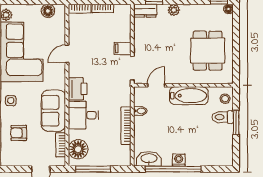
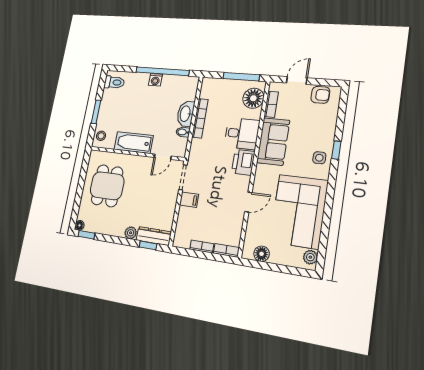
dresser: (145, 11) -> (154, 236), width x1.44
toilet: (223, 117) -> (114, 82), moved
armchair: (19, 133) -> (320, 95), moved
washbasin: (149, 159) -> (186, 114), moved, turned 90

